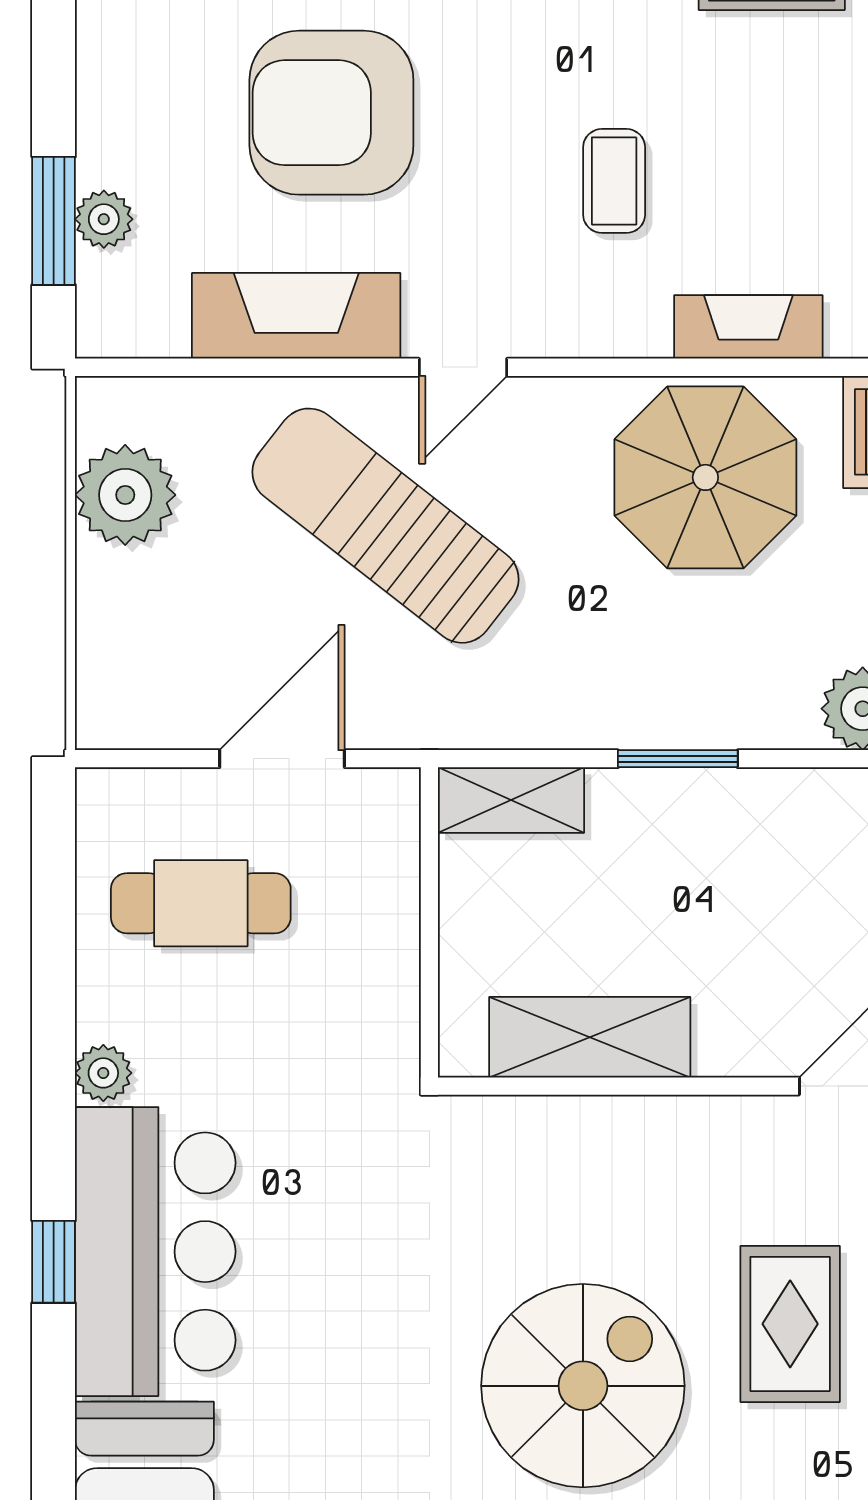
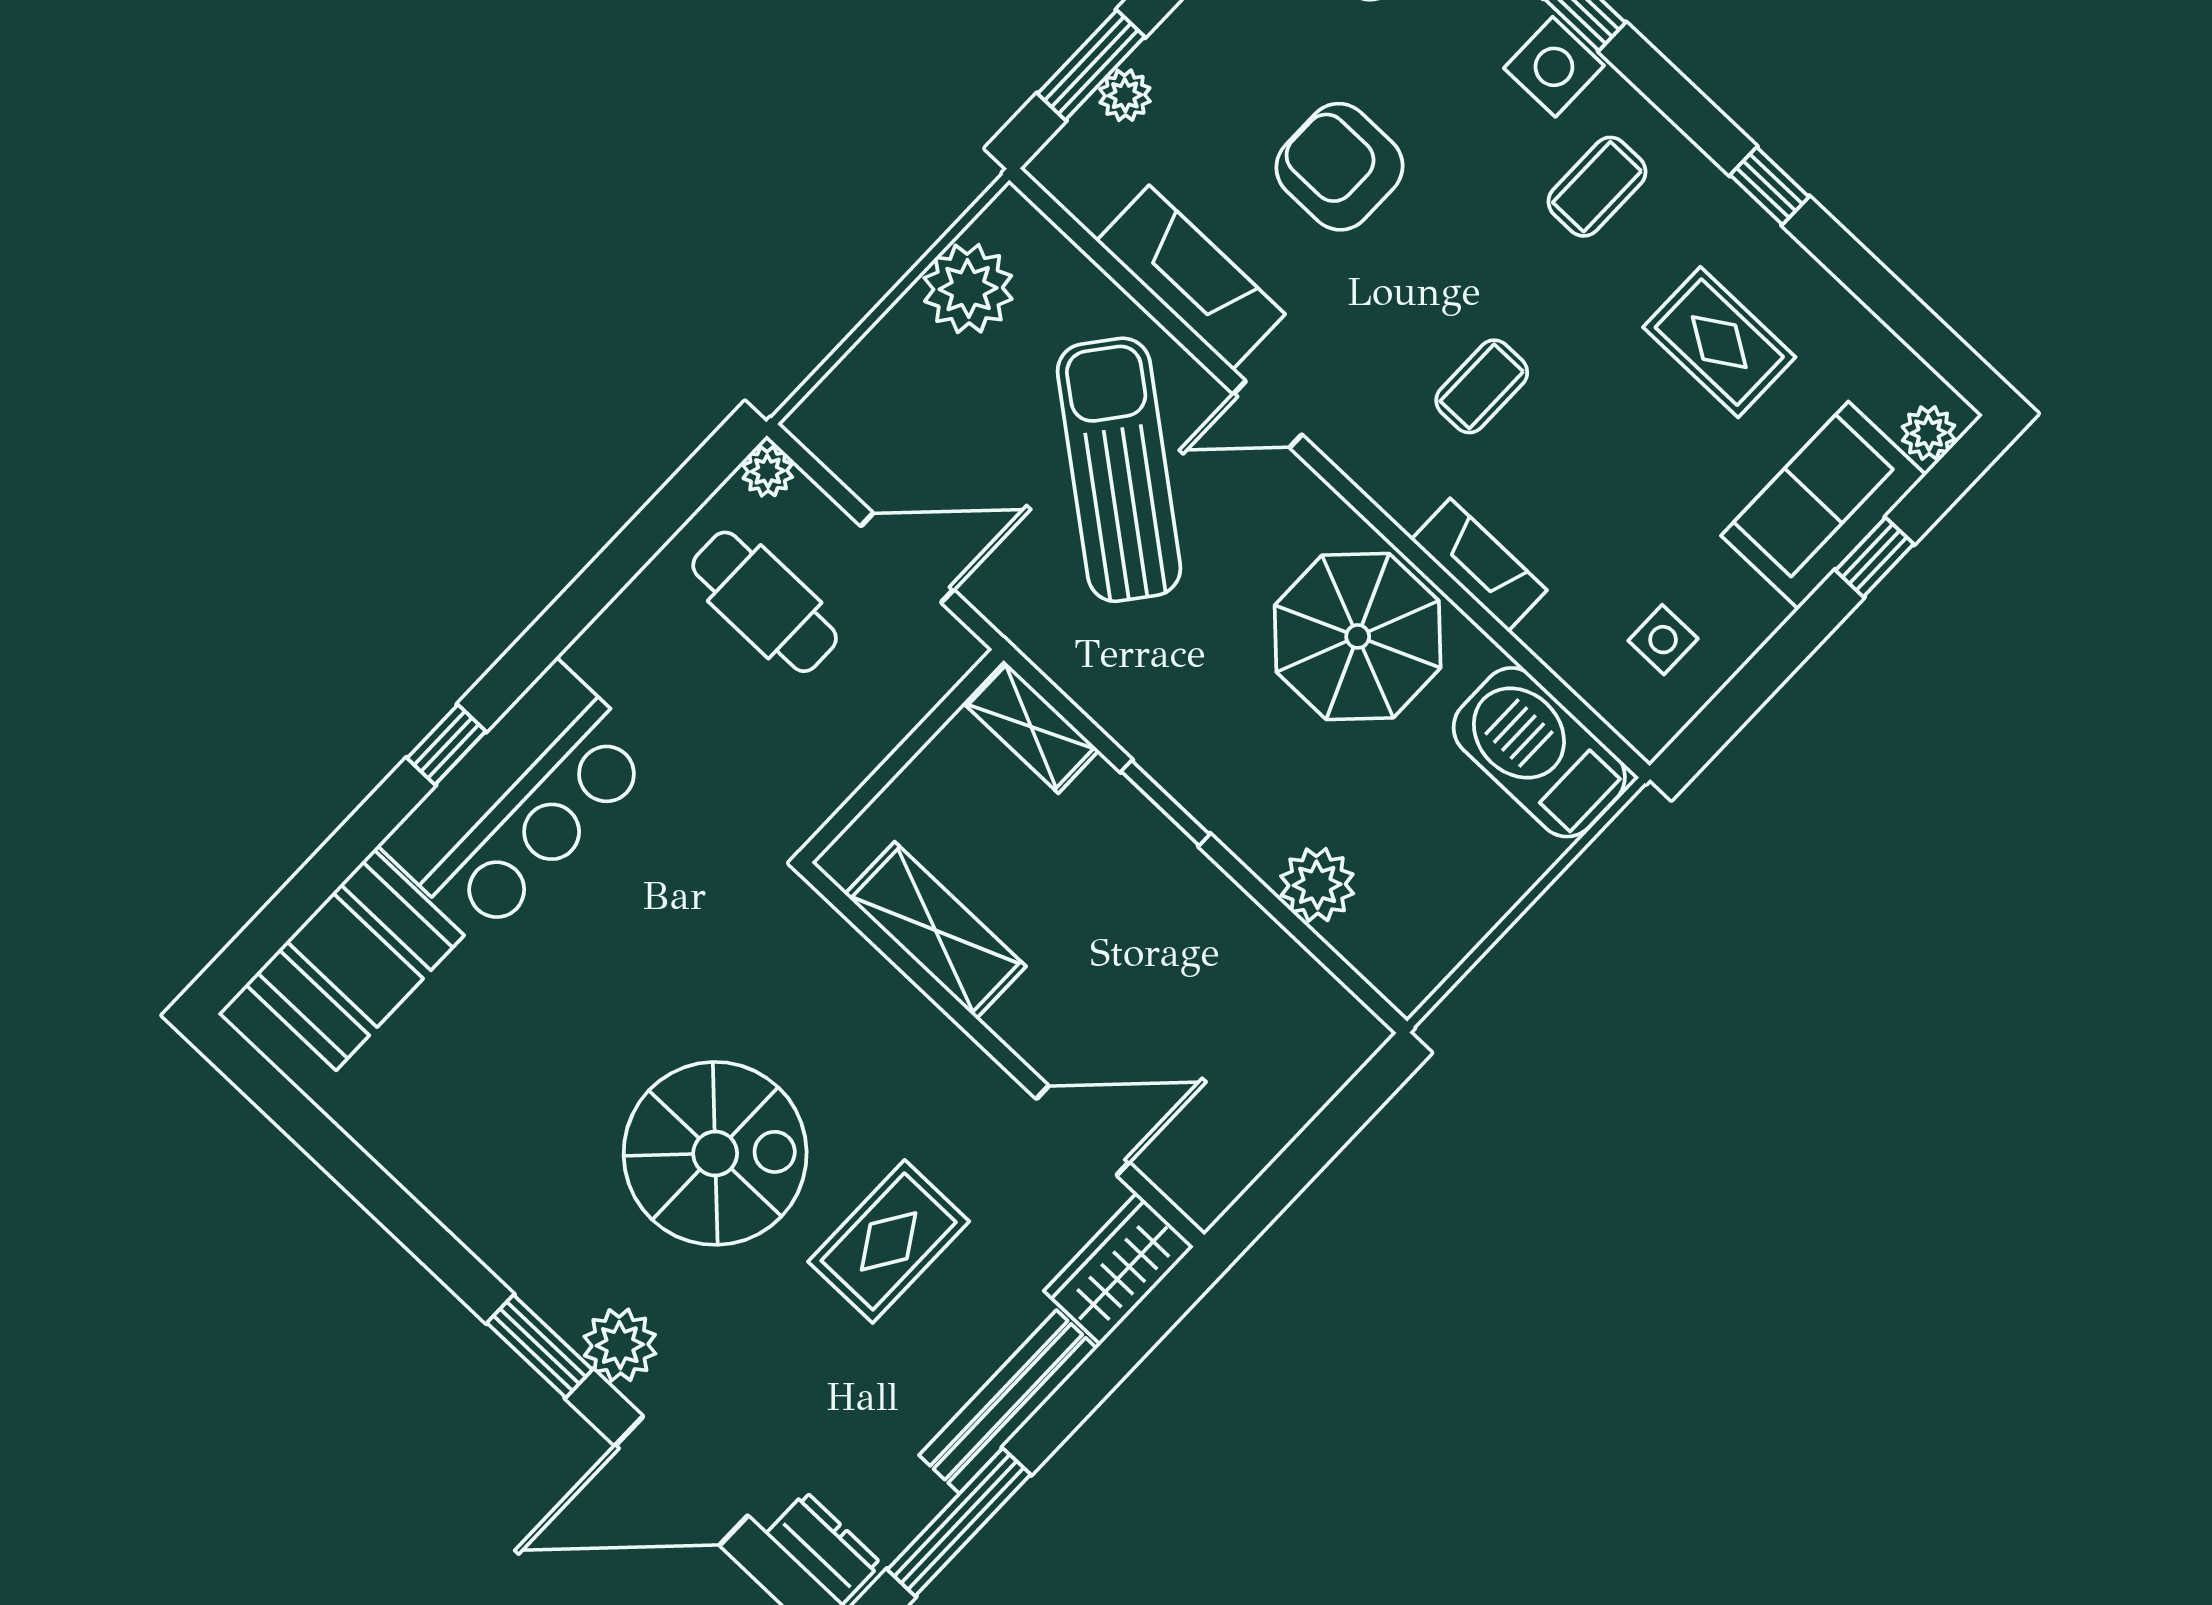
armchair: (331, 113) -> (1339, 167), width x0.73, depth x0.73
plant: (103, 1073) -> (768, 471), moved

